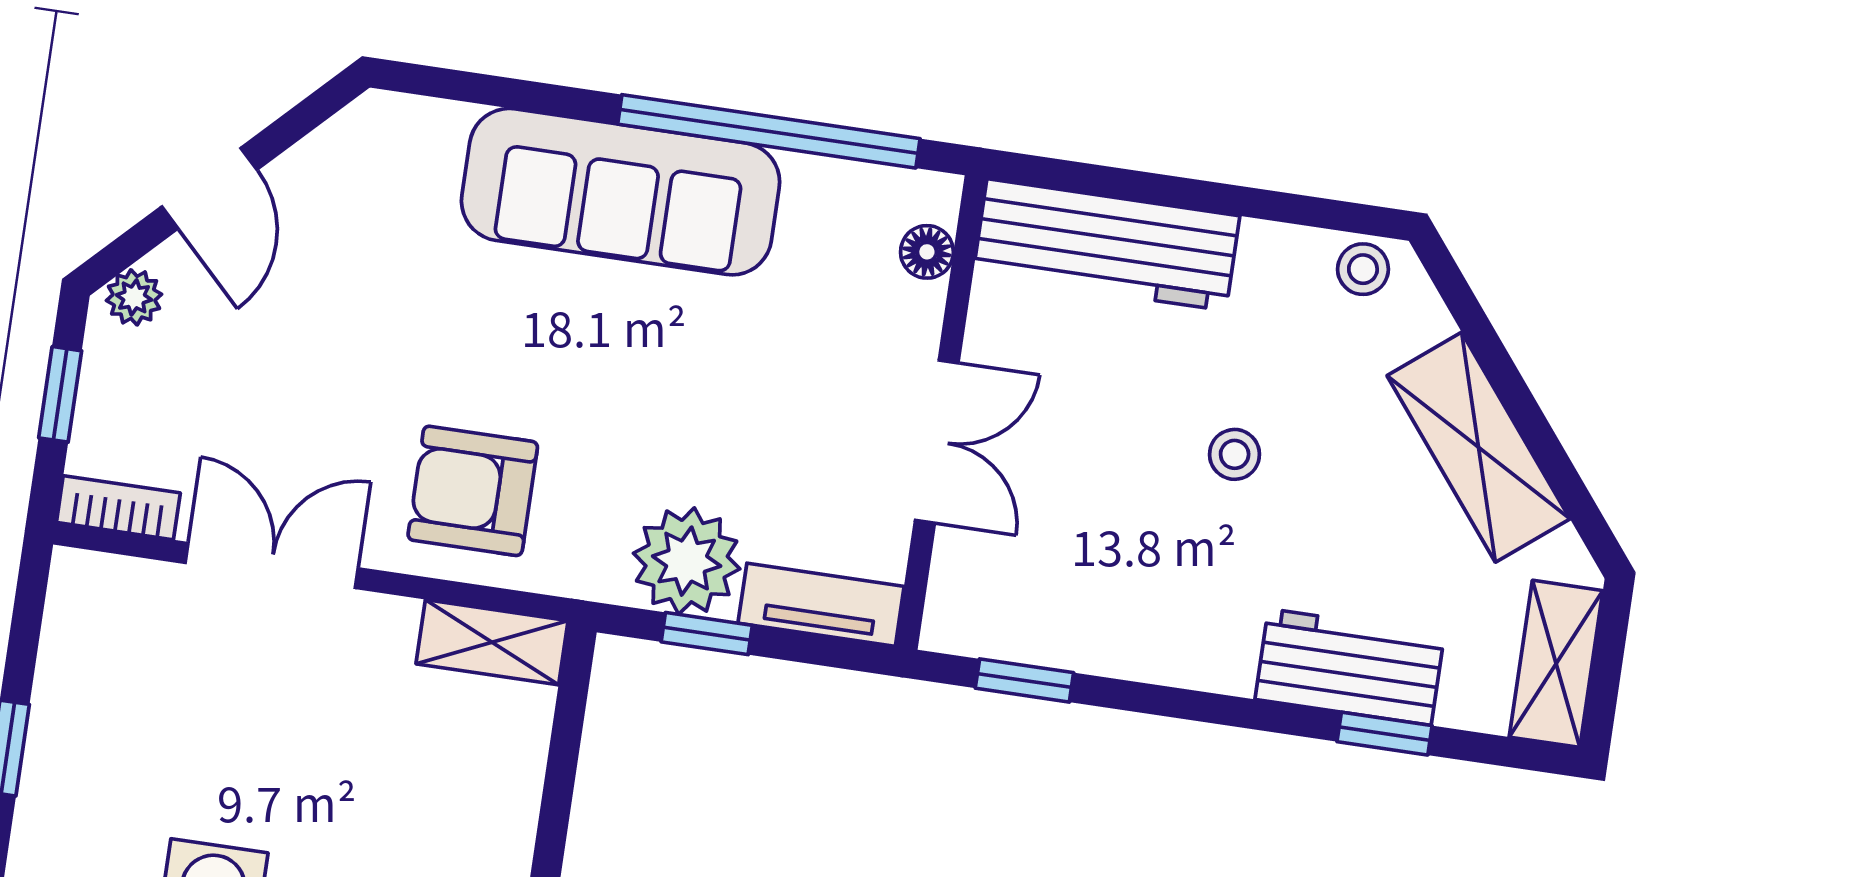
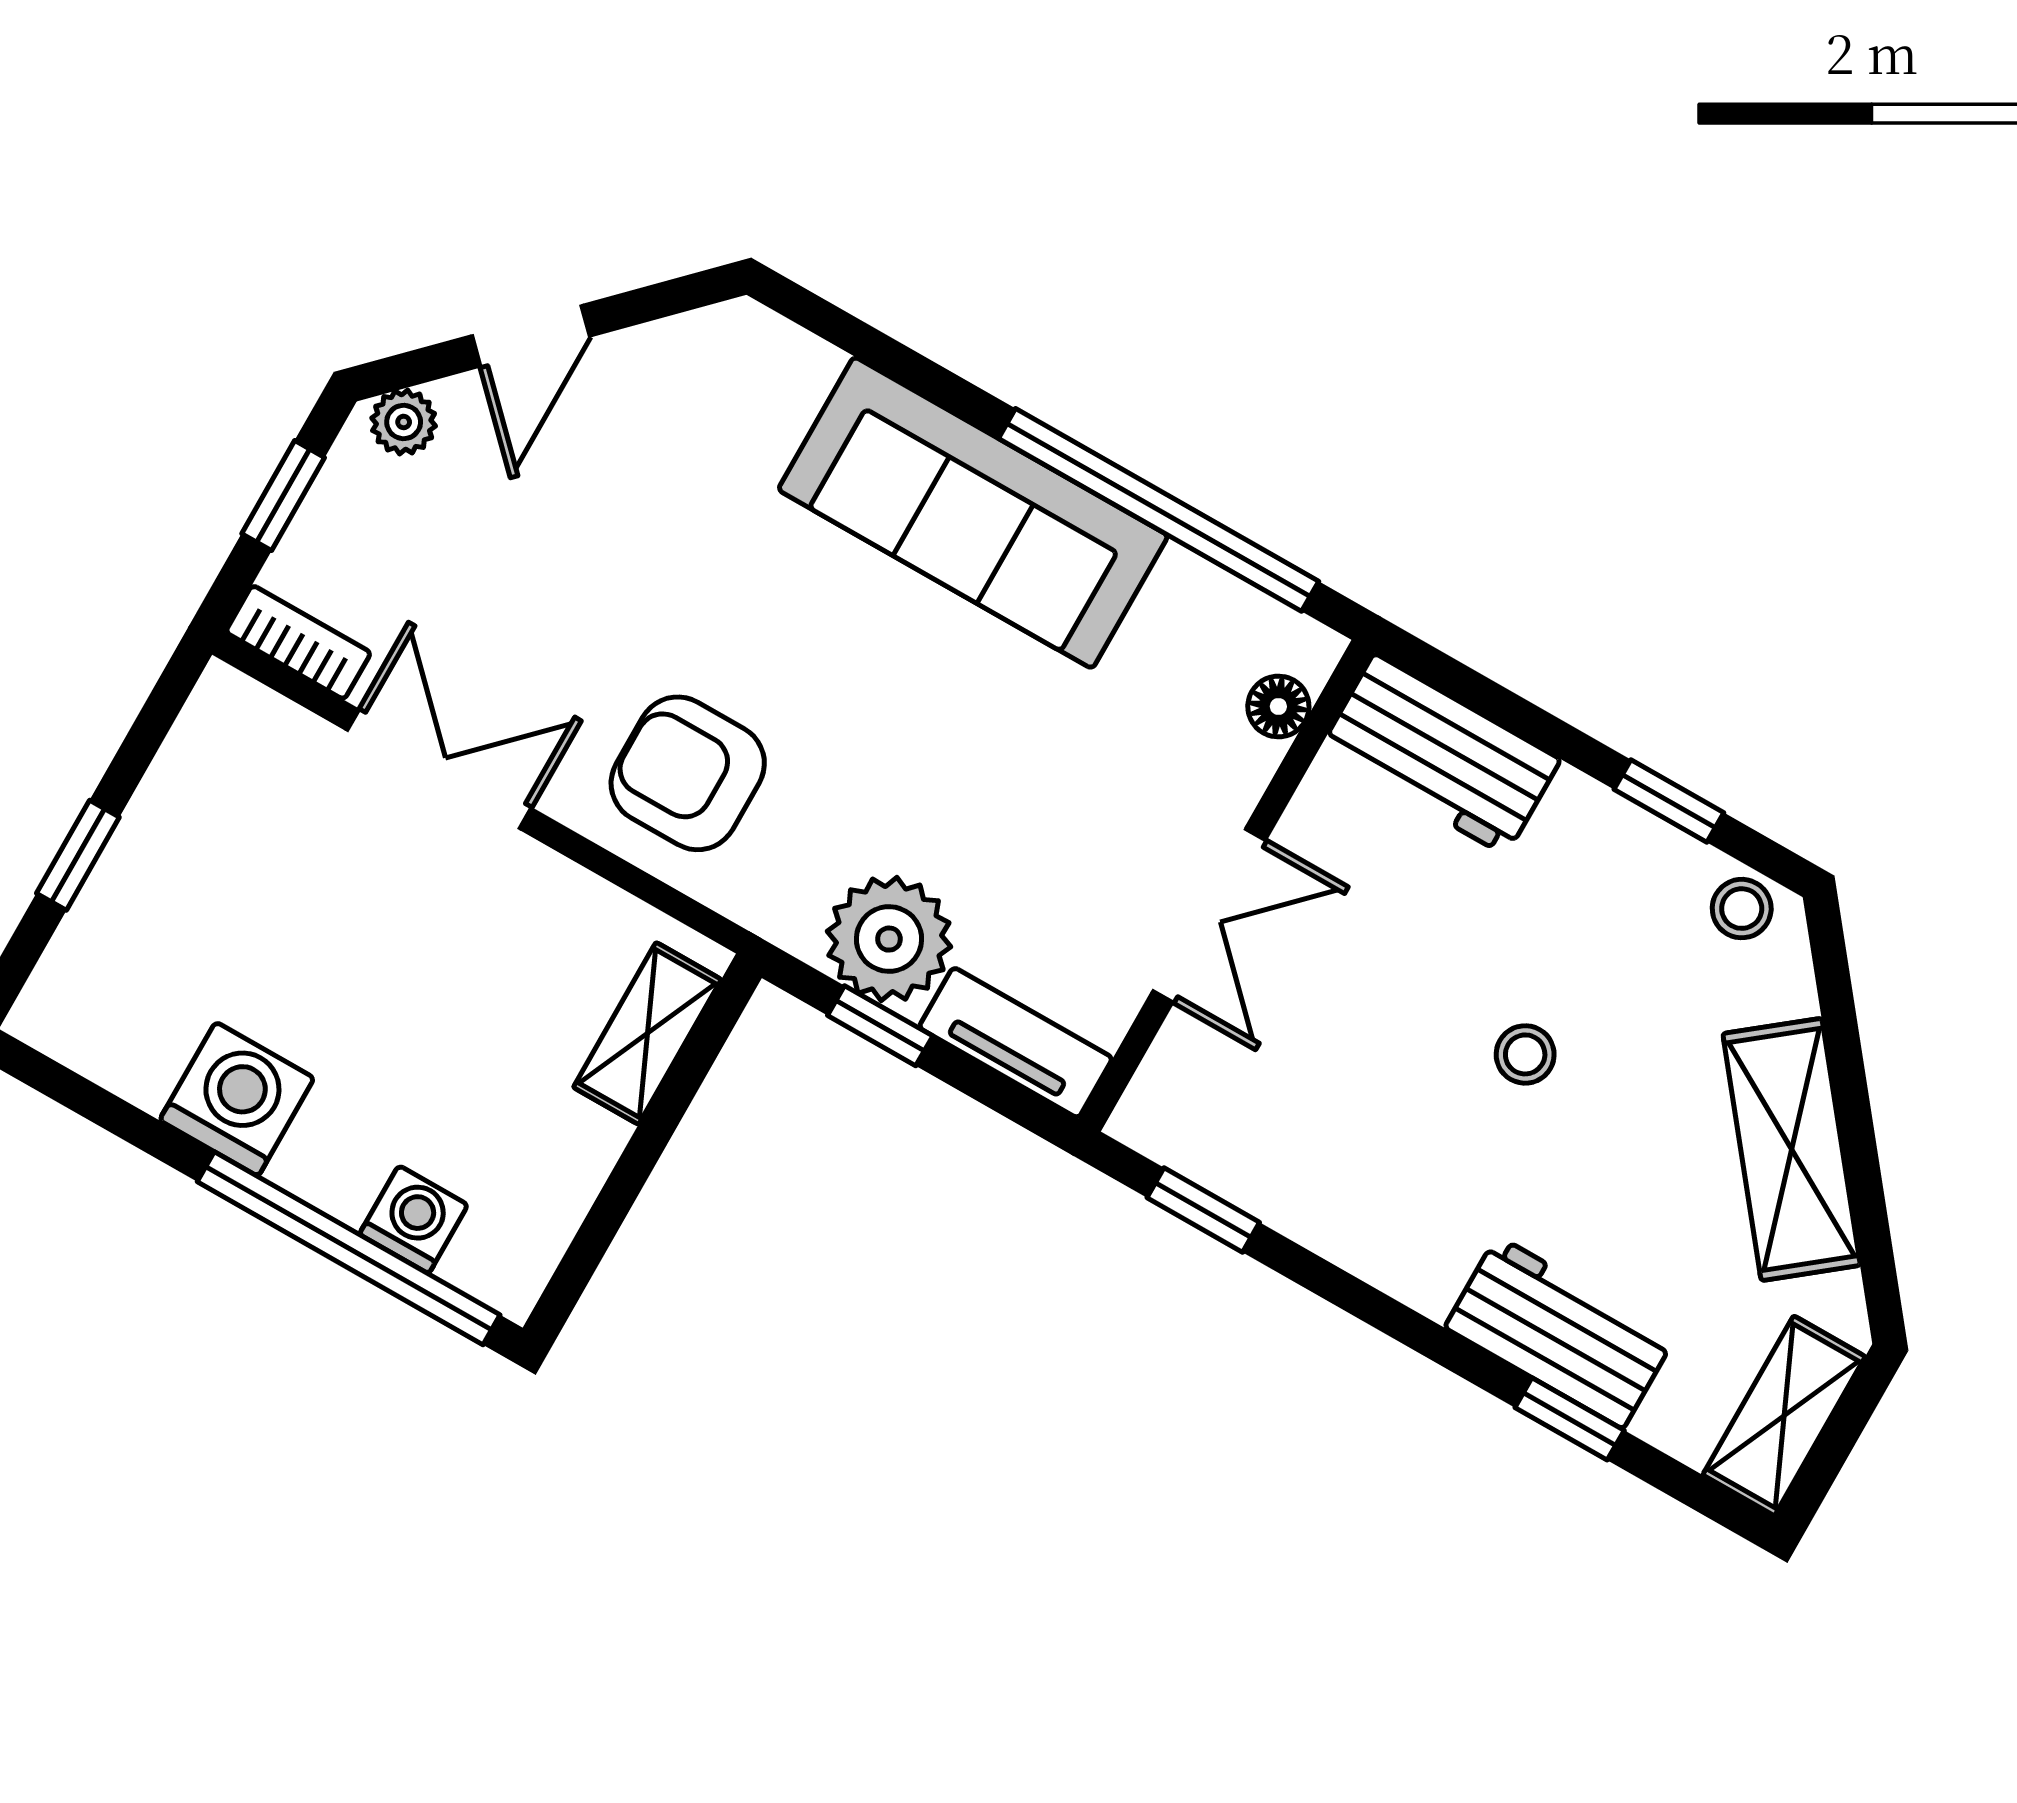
window: (1271, 205) -> (1669, 801), added
workbench: (1106, 245) -> (1440, 754), width x0.73
shelving: (492, 642) -> (647, 1033), moved, turned 90

